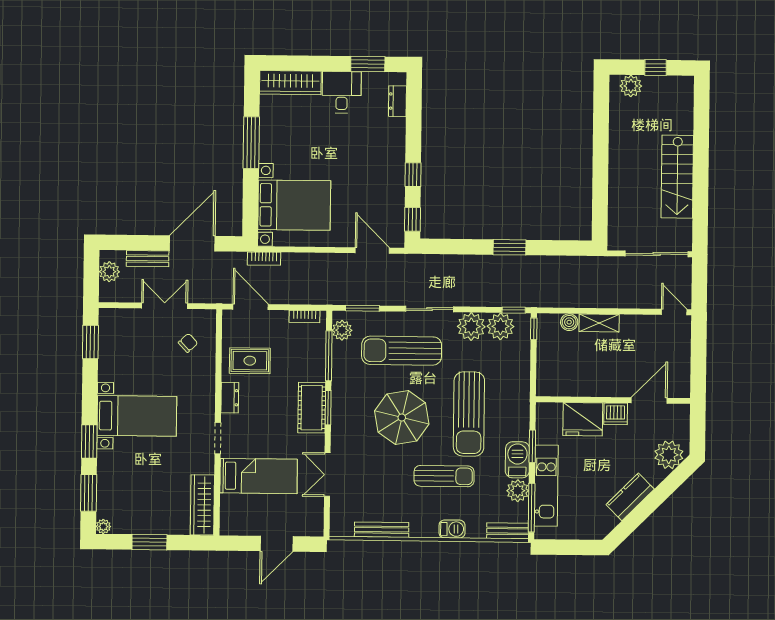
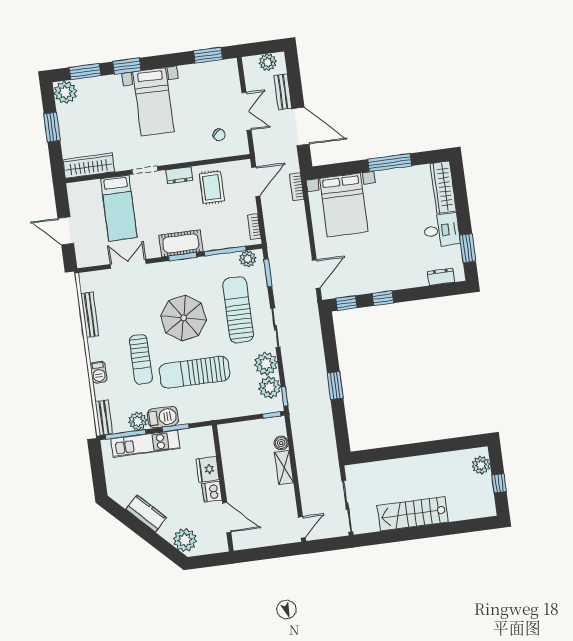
fridge: (583, 419) -> (208, 469), width x0.73, depth x0.75
plant: (103, 526) -> (65, 92), width x1.88, depth x1.88

